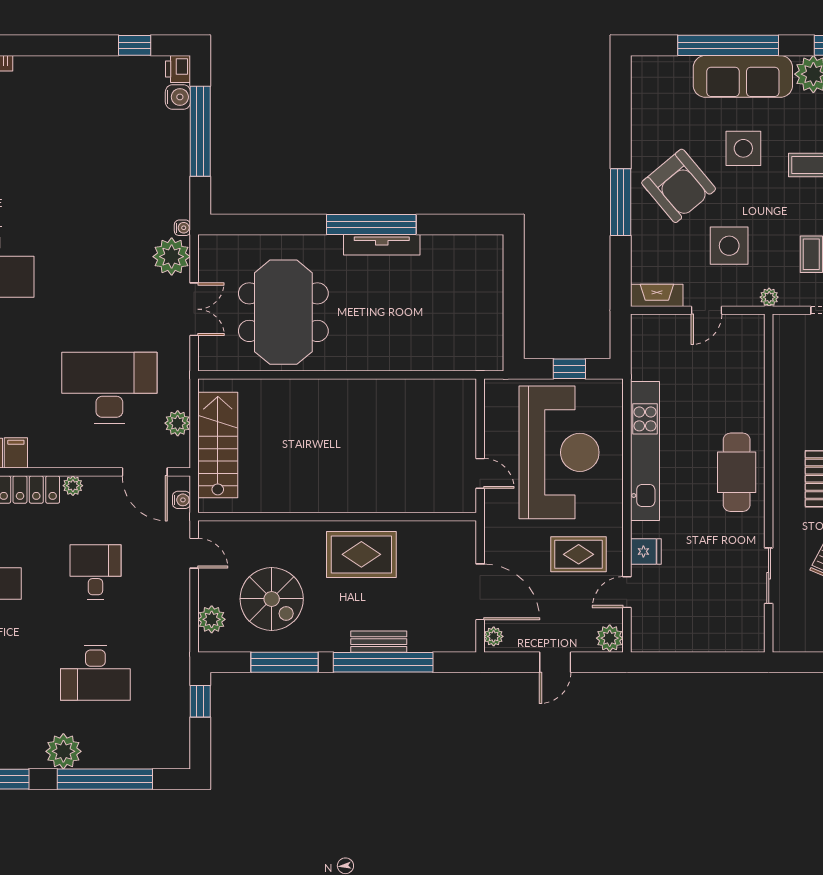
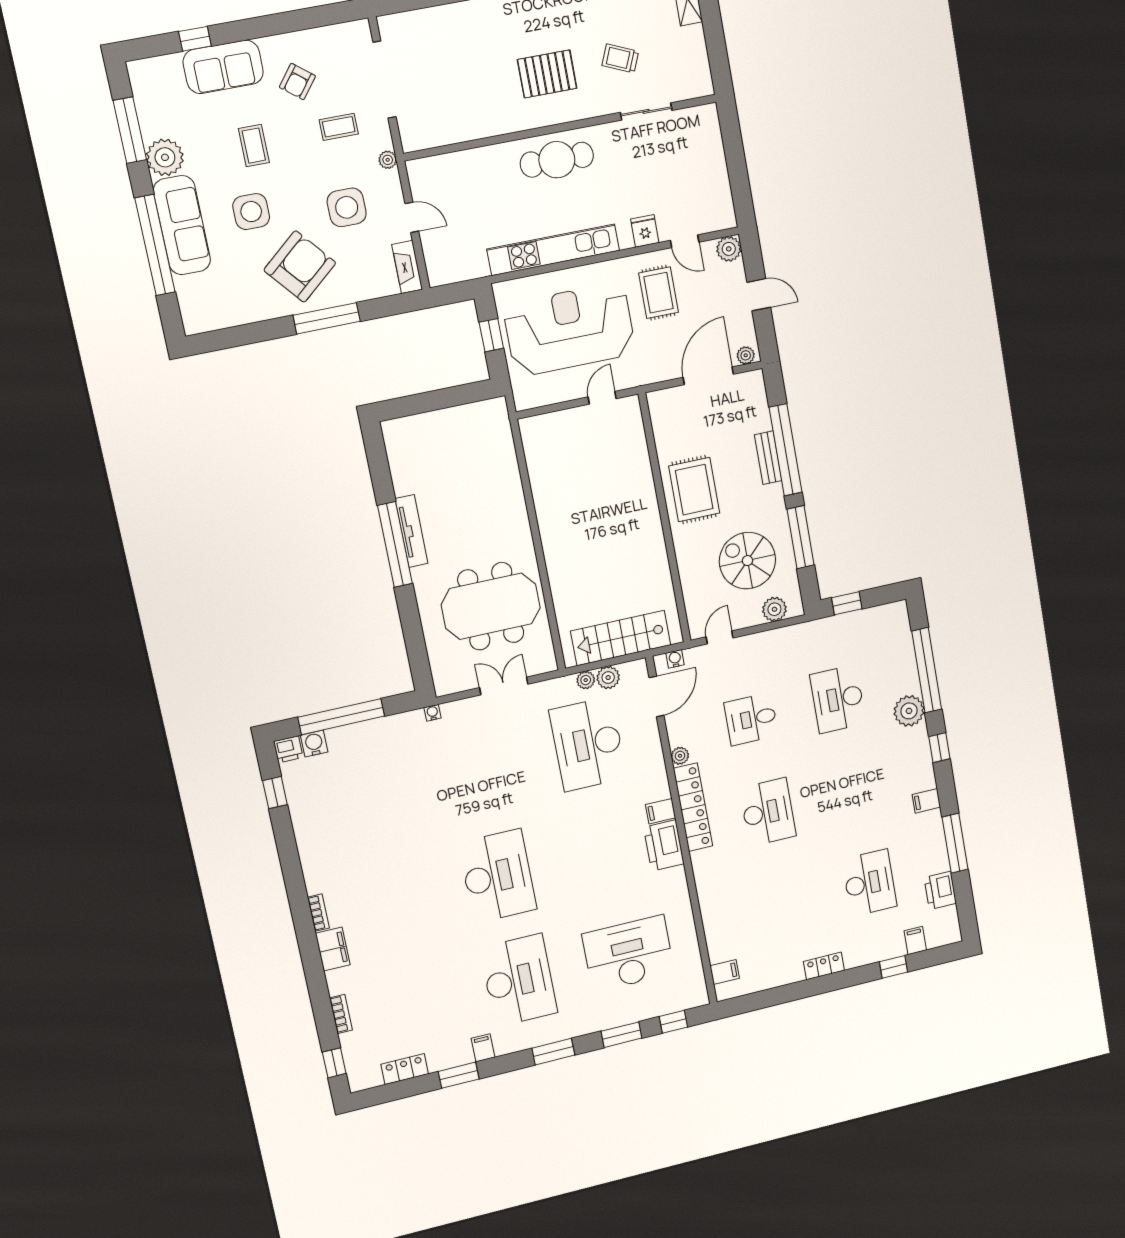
plant: (172, 257) -> (586, 680), moved, width x0.53, depth x0.53
spiral stairs: (272, 599) -> (747, 561), turned -90
desk: (95, 673) -> (838, 699), turned 180

